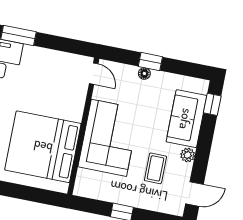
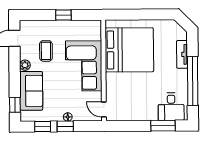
window: (181, 68) -> (43, 127), added

